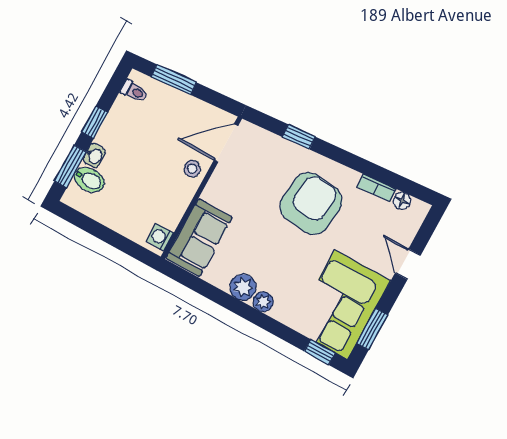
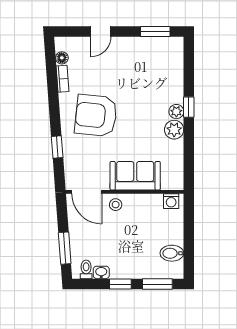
washbasin: (94, 156) -> (101, 272), moved
bidet: (89, 180) -> (172, 253), moved, turned -90
sofa: (199, 238) -> (135, 176), moved
corner sofa: (341, 305) -> (150, 60), removed
window: (320, 352) -> (189, 107), moved

